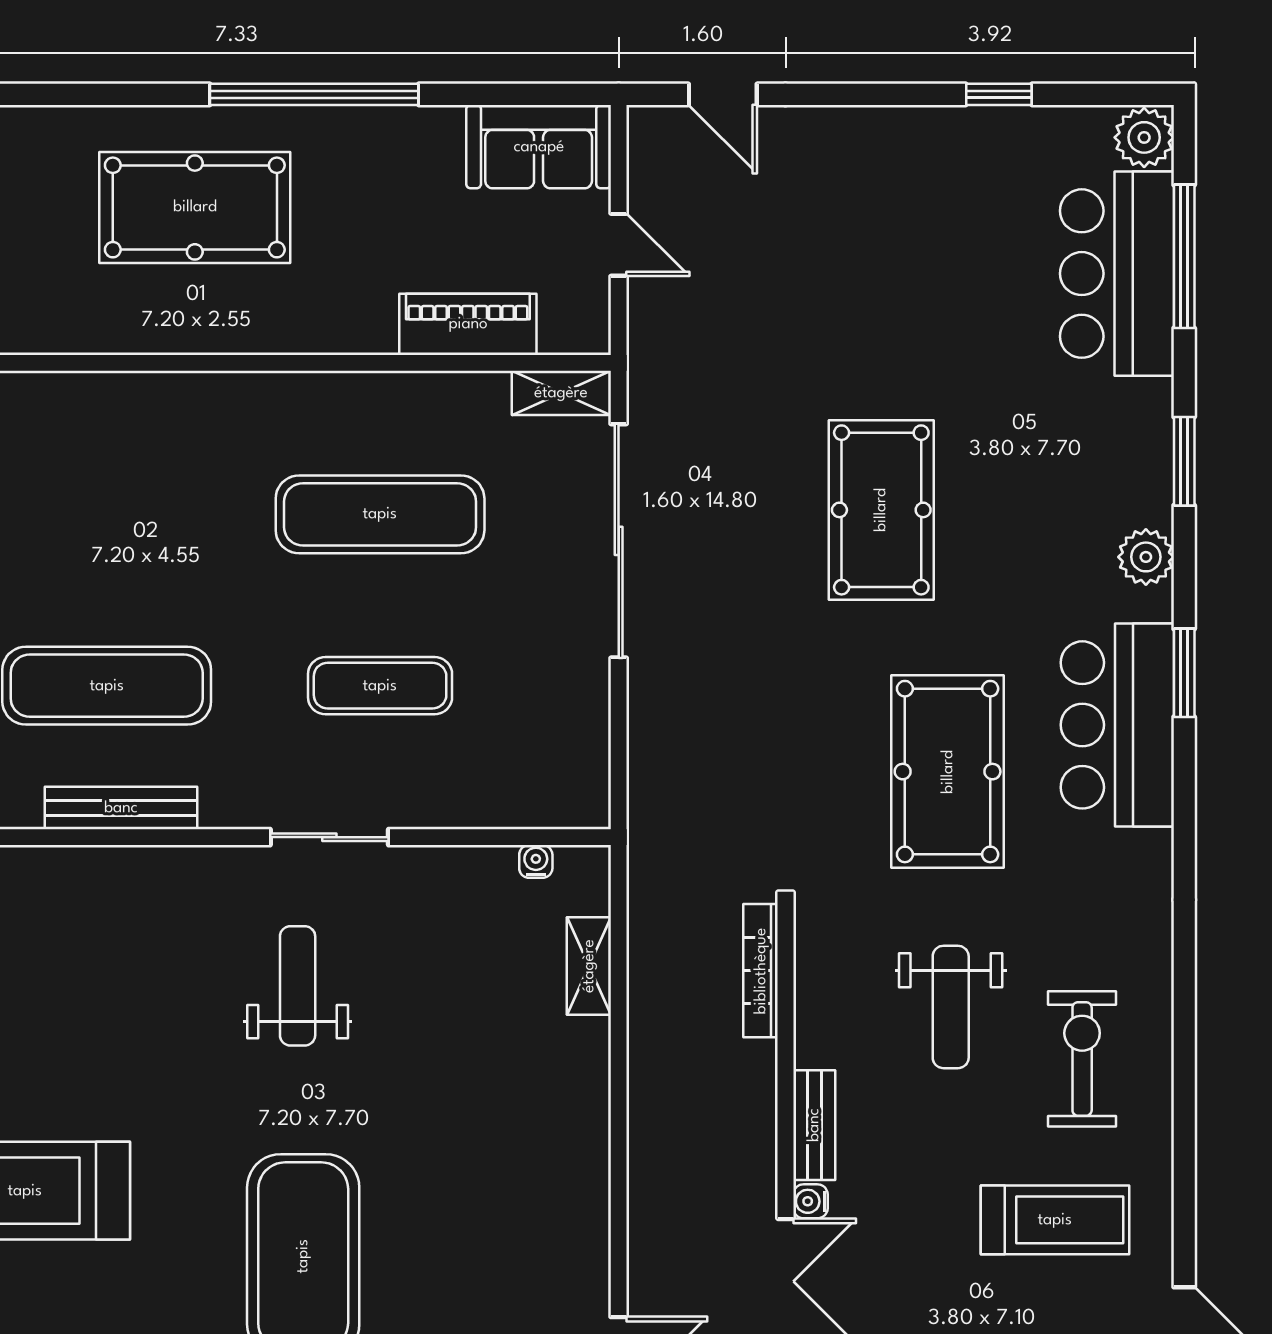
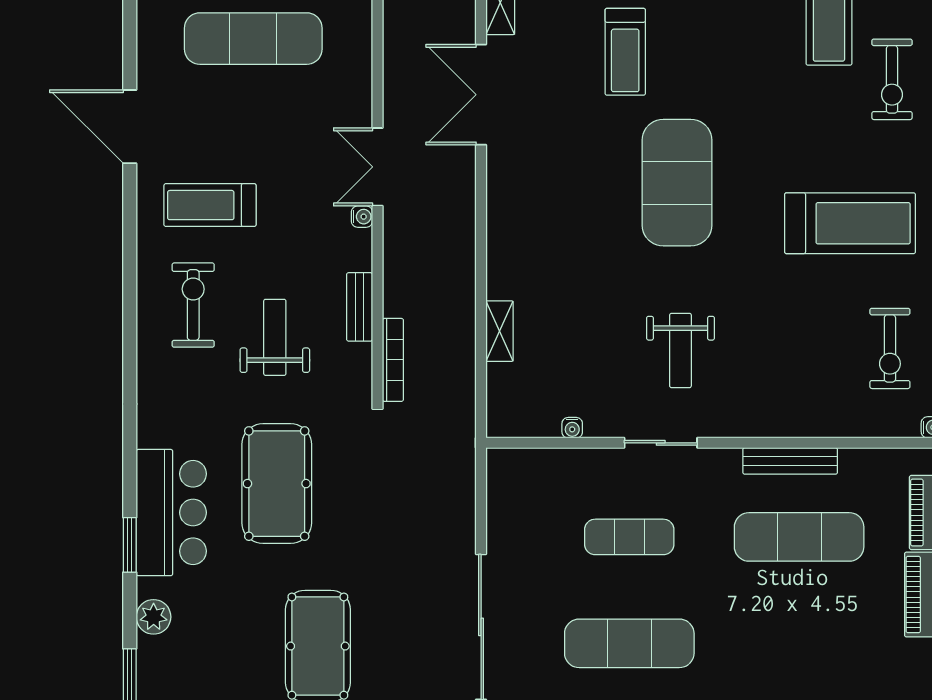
water cooler: (536, 861) -> (572, 428), moved
shelving: (589, 966) -> (500, 331), moved
exercise bike: (1082, 1059) -> (193, 305), turned 180
bench: (814, 1125) -> (360, 307), moved

